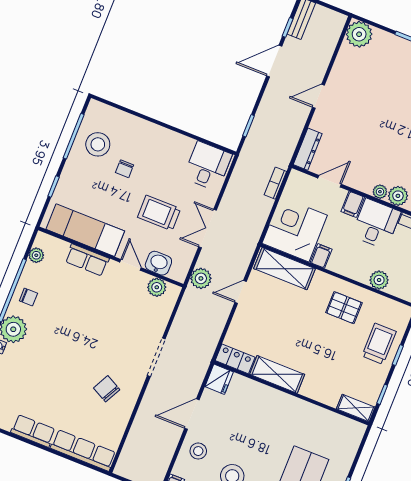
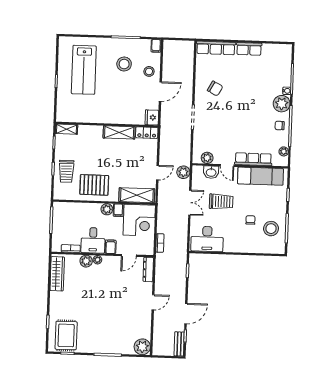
desk: (208, 166) -> (207, 239), width x1.37
row of seats: (87, 260) -> (253, 159), width x1.48
plant: (379, 280) -> (107, 209), moved
pallet: (344, 308) -> (94, 185), width x1.50, depth x1.42

